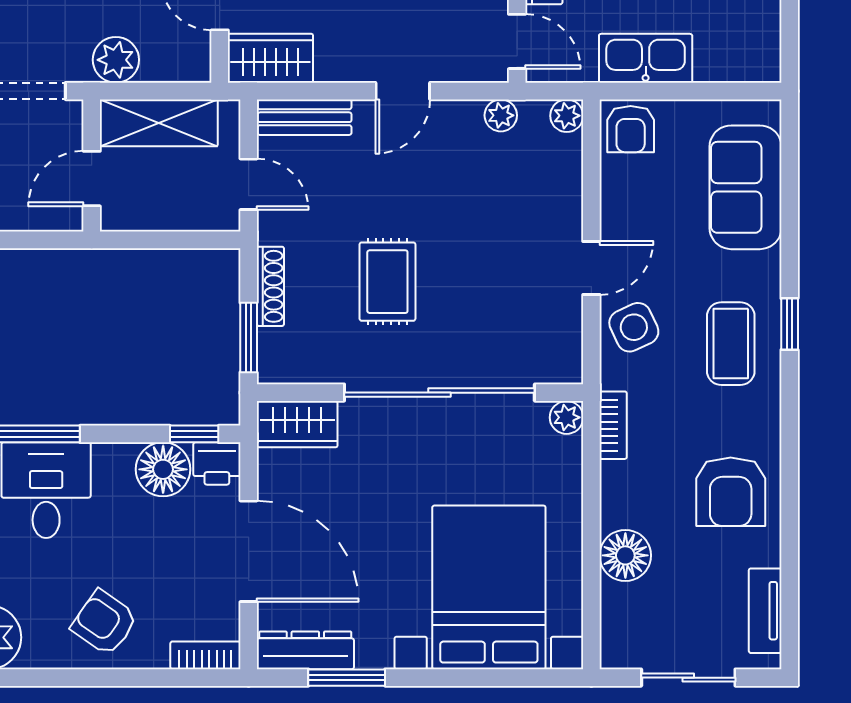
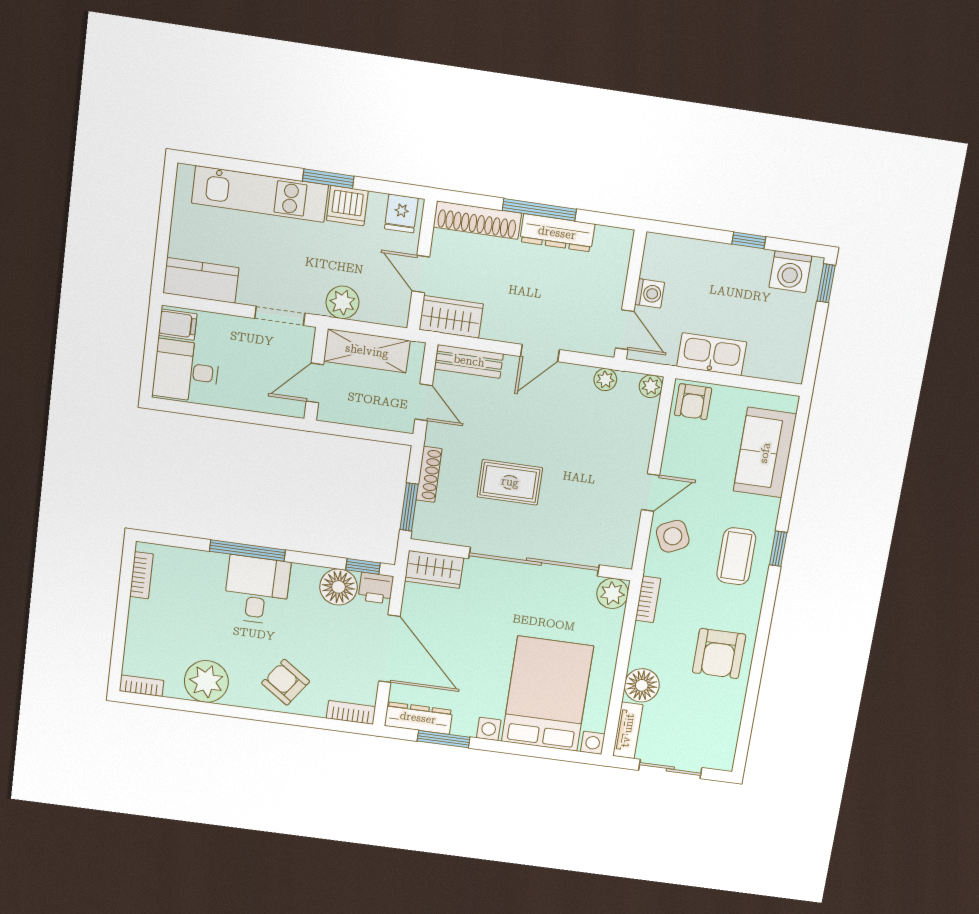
rug: (387, 282) -> (510, 482), turned 90
plant: (567, 417) -> (612, 593), width x1.38, depth x1.38
tv unit: (765, 611) -> (628, 730), moved, turned 180

